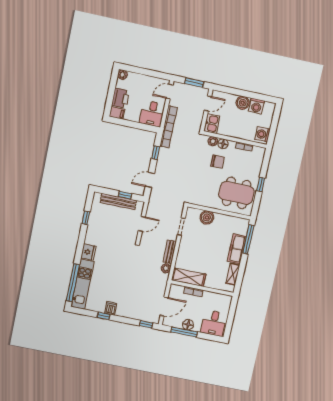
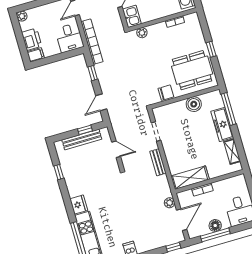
floor lamp: (223, 144) -> (153, 30), removed
chair: (217, 162) -> (166, 93), moved
boiler: (207, 217) -> (194, 104), moved
door: (142, 224) -> (116, 149), hinge flipped
plant: (166, 268) -> (170, 203), moved

